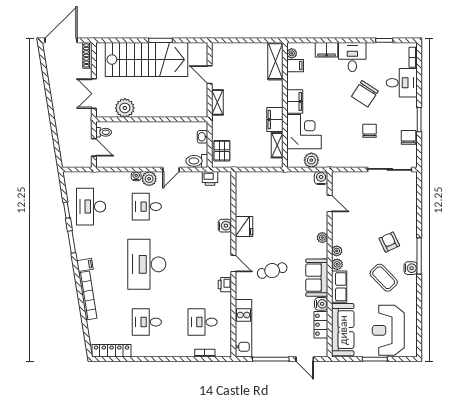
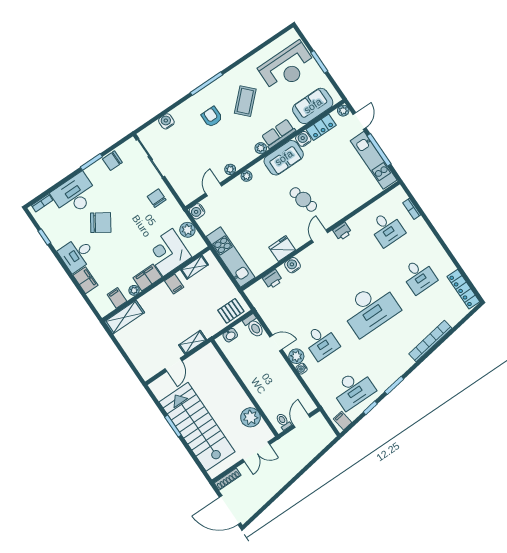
plant: (292, 53) -> (134, 290), moved
desk: (402, 83) -> (75, 195), width x1.37
filing cabinet: (275, 120) -> (174, 284), width x0.50
chair: (370, 131) -> (157, 198), moved, turned 90
printer: (210, 178) -> (273, 279), moved, turned 90
kitchen unit: (266, 180) -> (231, 257), added
armchair: (389, 242) -> (212, 117), turned 115
plant: (337, 251) -> (230, 169), moved
filing cabinet: (85, 265) -> (343, 421), moved
water cooler: (411, 268) -> (166, 121), moved
kitchen unit: (244, 328) -> (374, 160), moved, turned -90
sofa: (343, 330) -> (313, 106), width x0.73
plant: (322, 352) -> (343, 111), added

